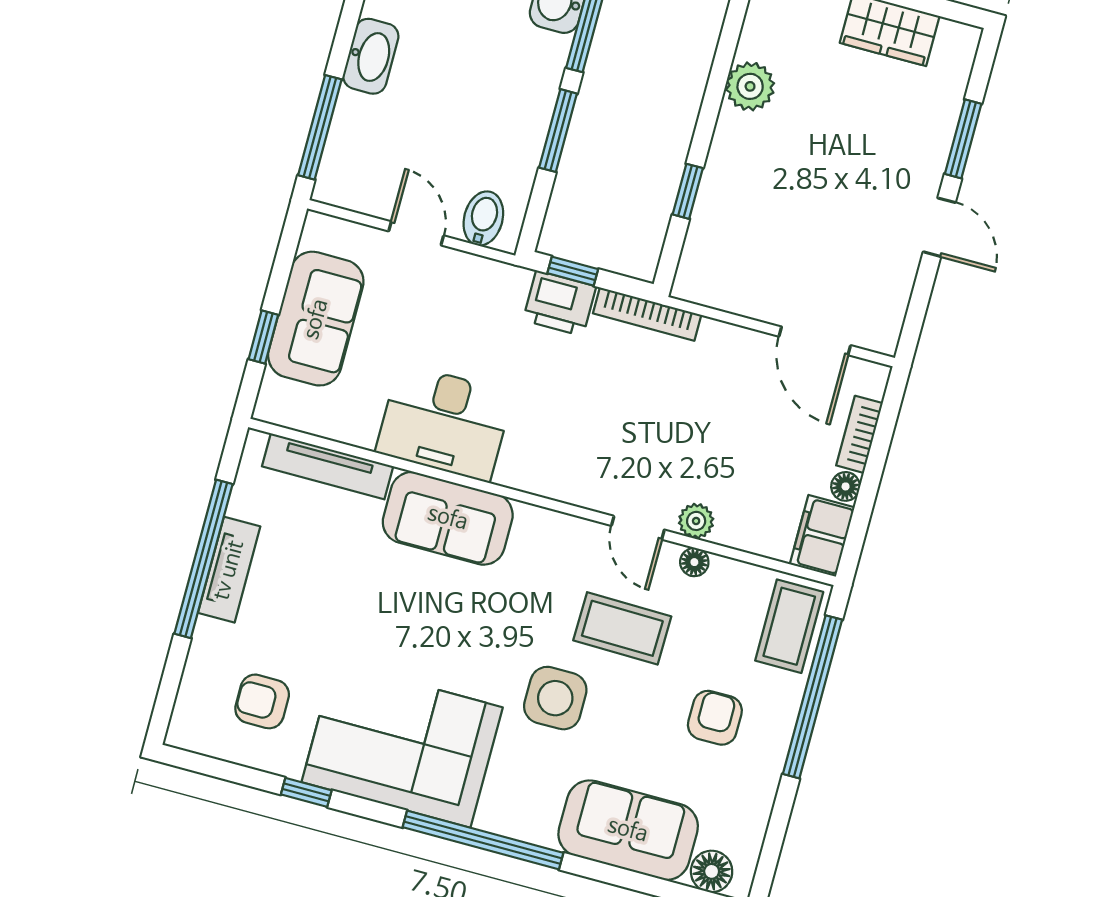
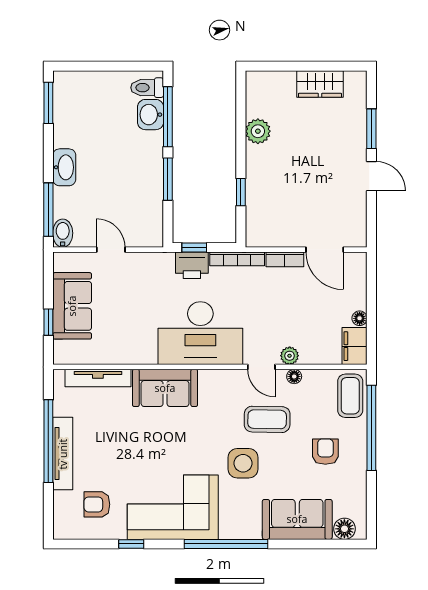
bidet: (483, 218) -> (63, 233), moved
desk: (444, 423) -> (200, 333), moved, width x1.36, depth x1.30
bookcase: (859, 434) -> (285, 259), moved, turned -90
tv unit: (229, 570) -> (63, 454), width x1.41

